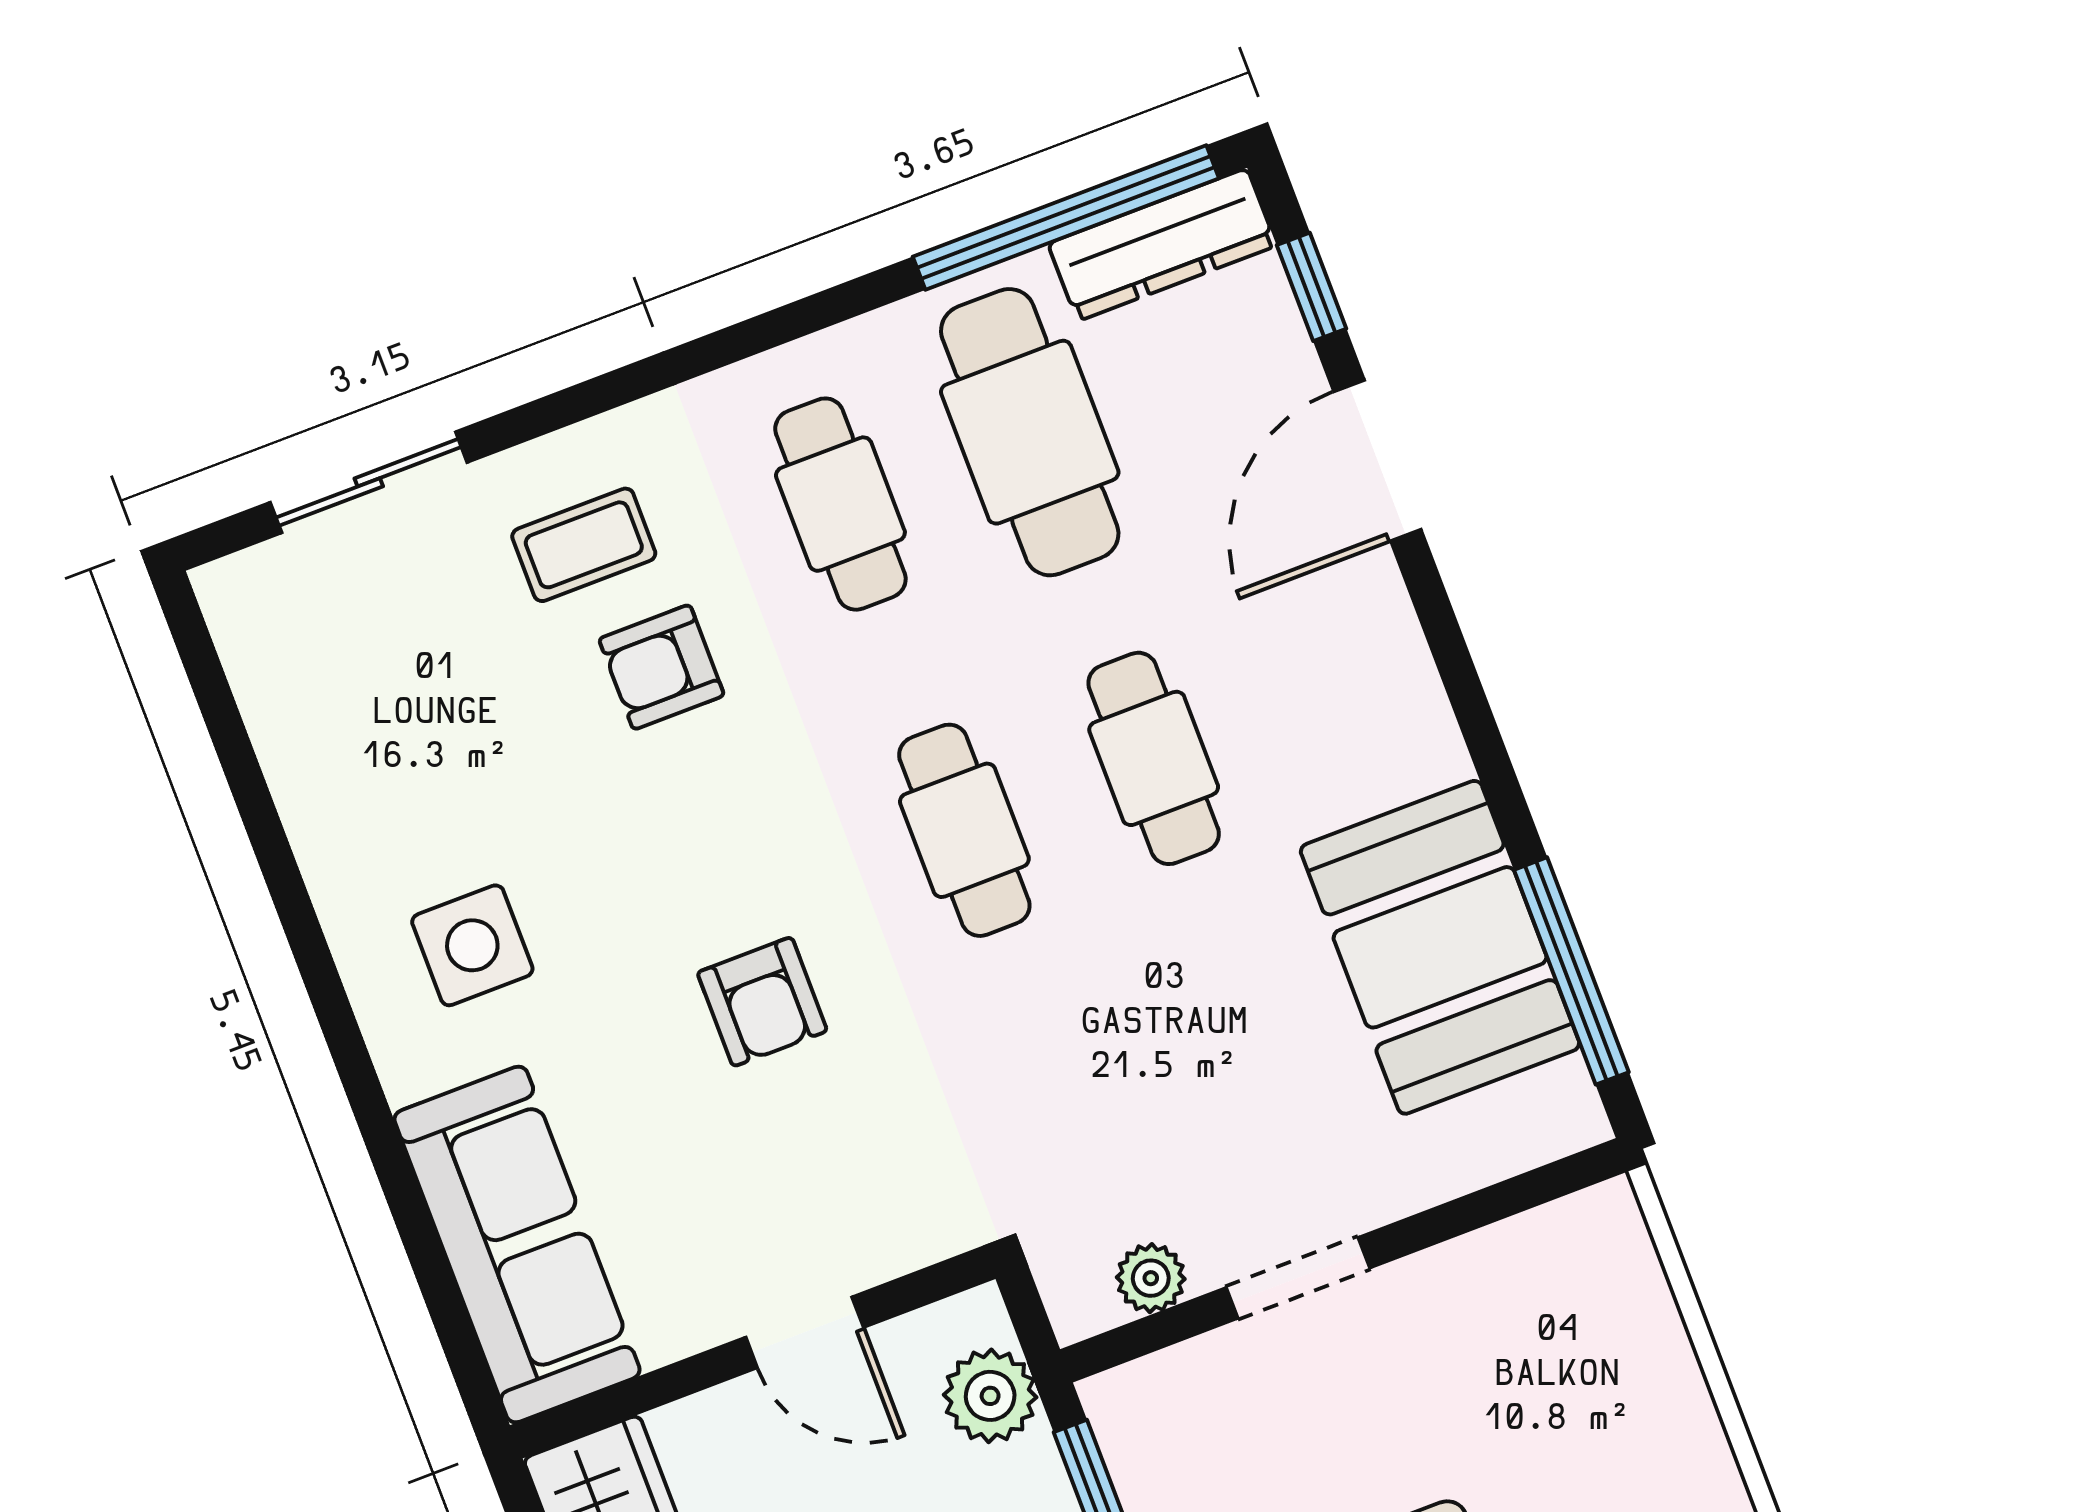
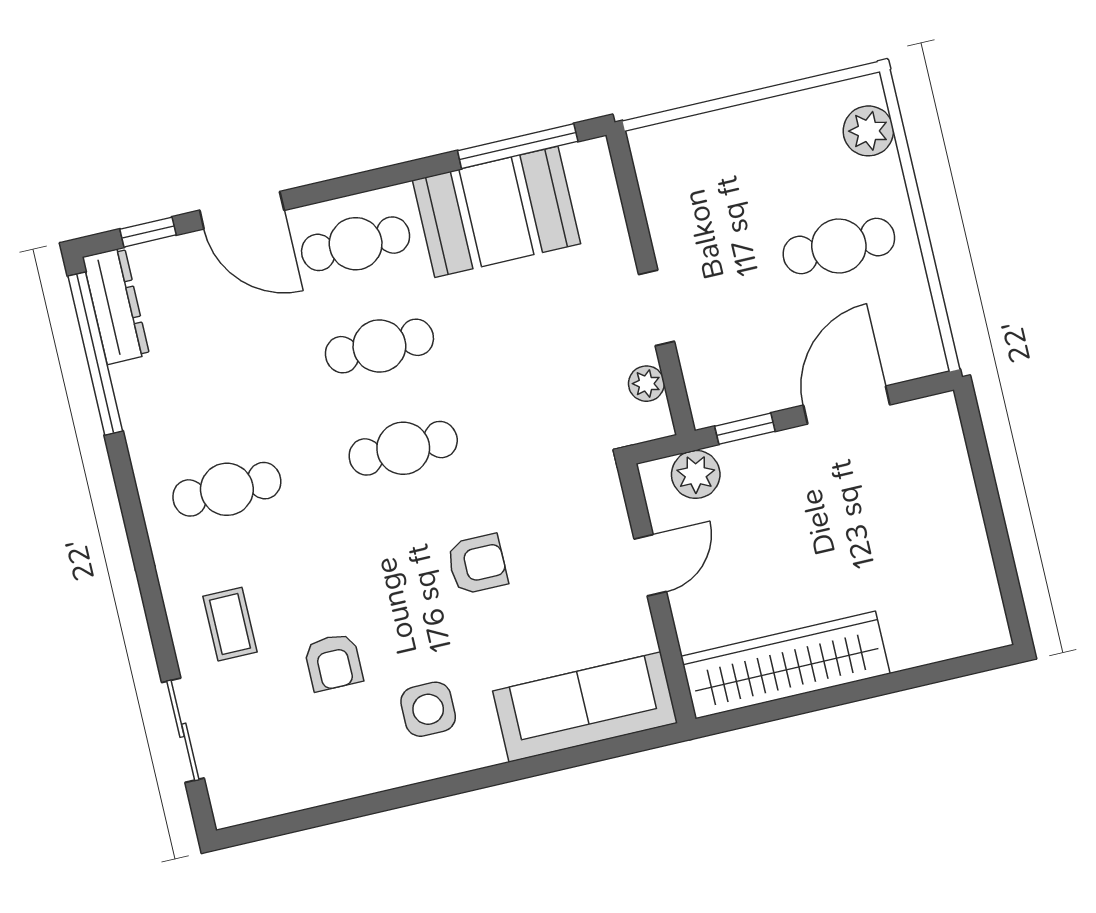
cafe table: (1030, 432) -> (356, 244), moved, width x0.73, depth x0.74
armchair: (662, 667) -> (333, 662), moved

